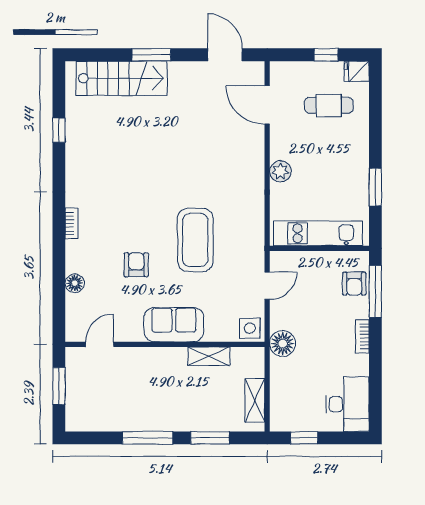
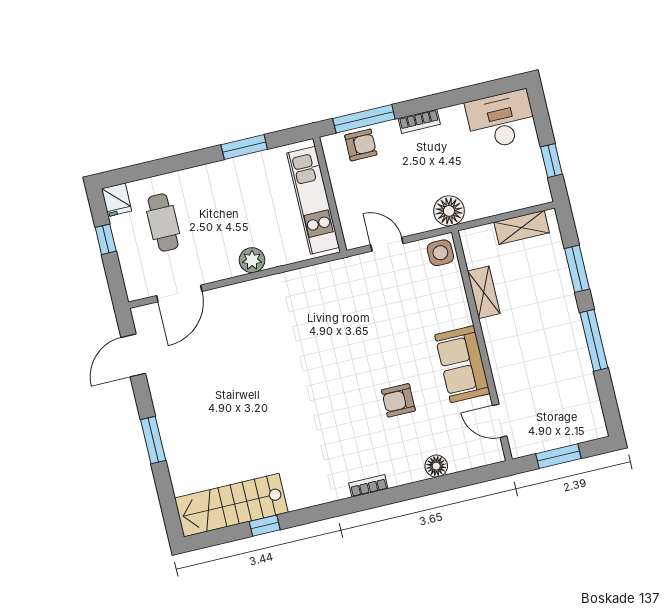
stairs: (121, 78) -> (231, 505), moved, turned -90
coffee table: (195, 240) -> (354, 339), removed
sofa: (174, 325) -> (462, 364), moved

